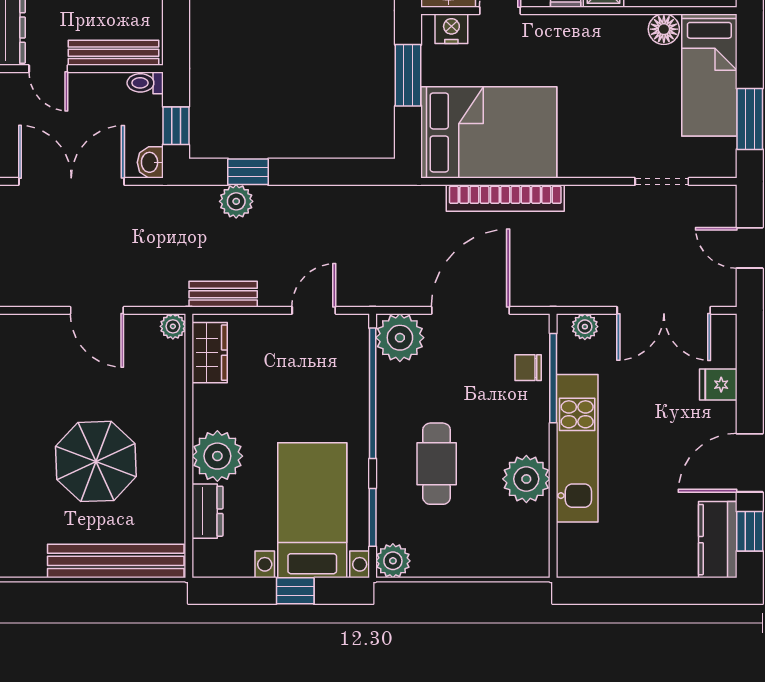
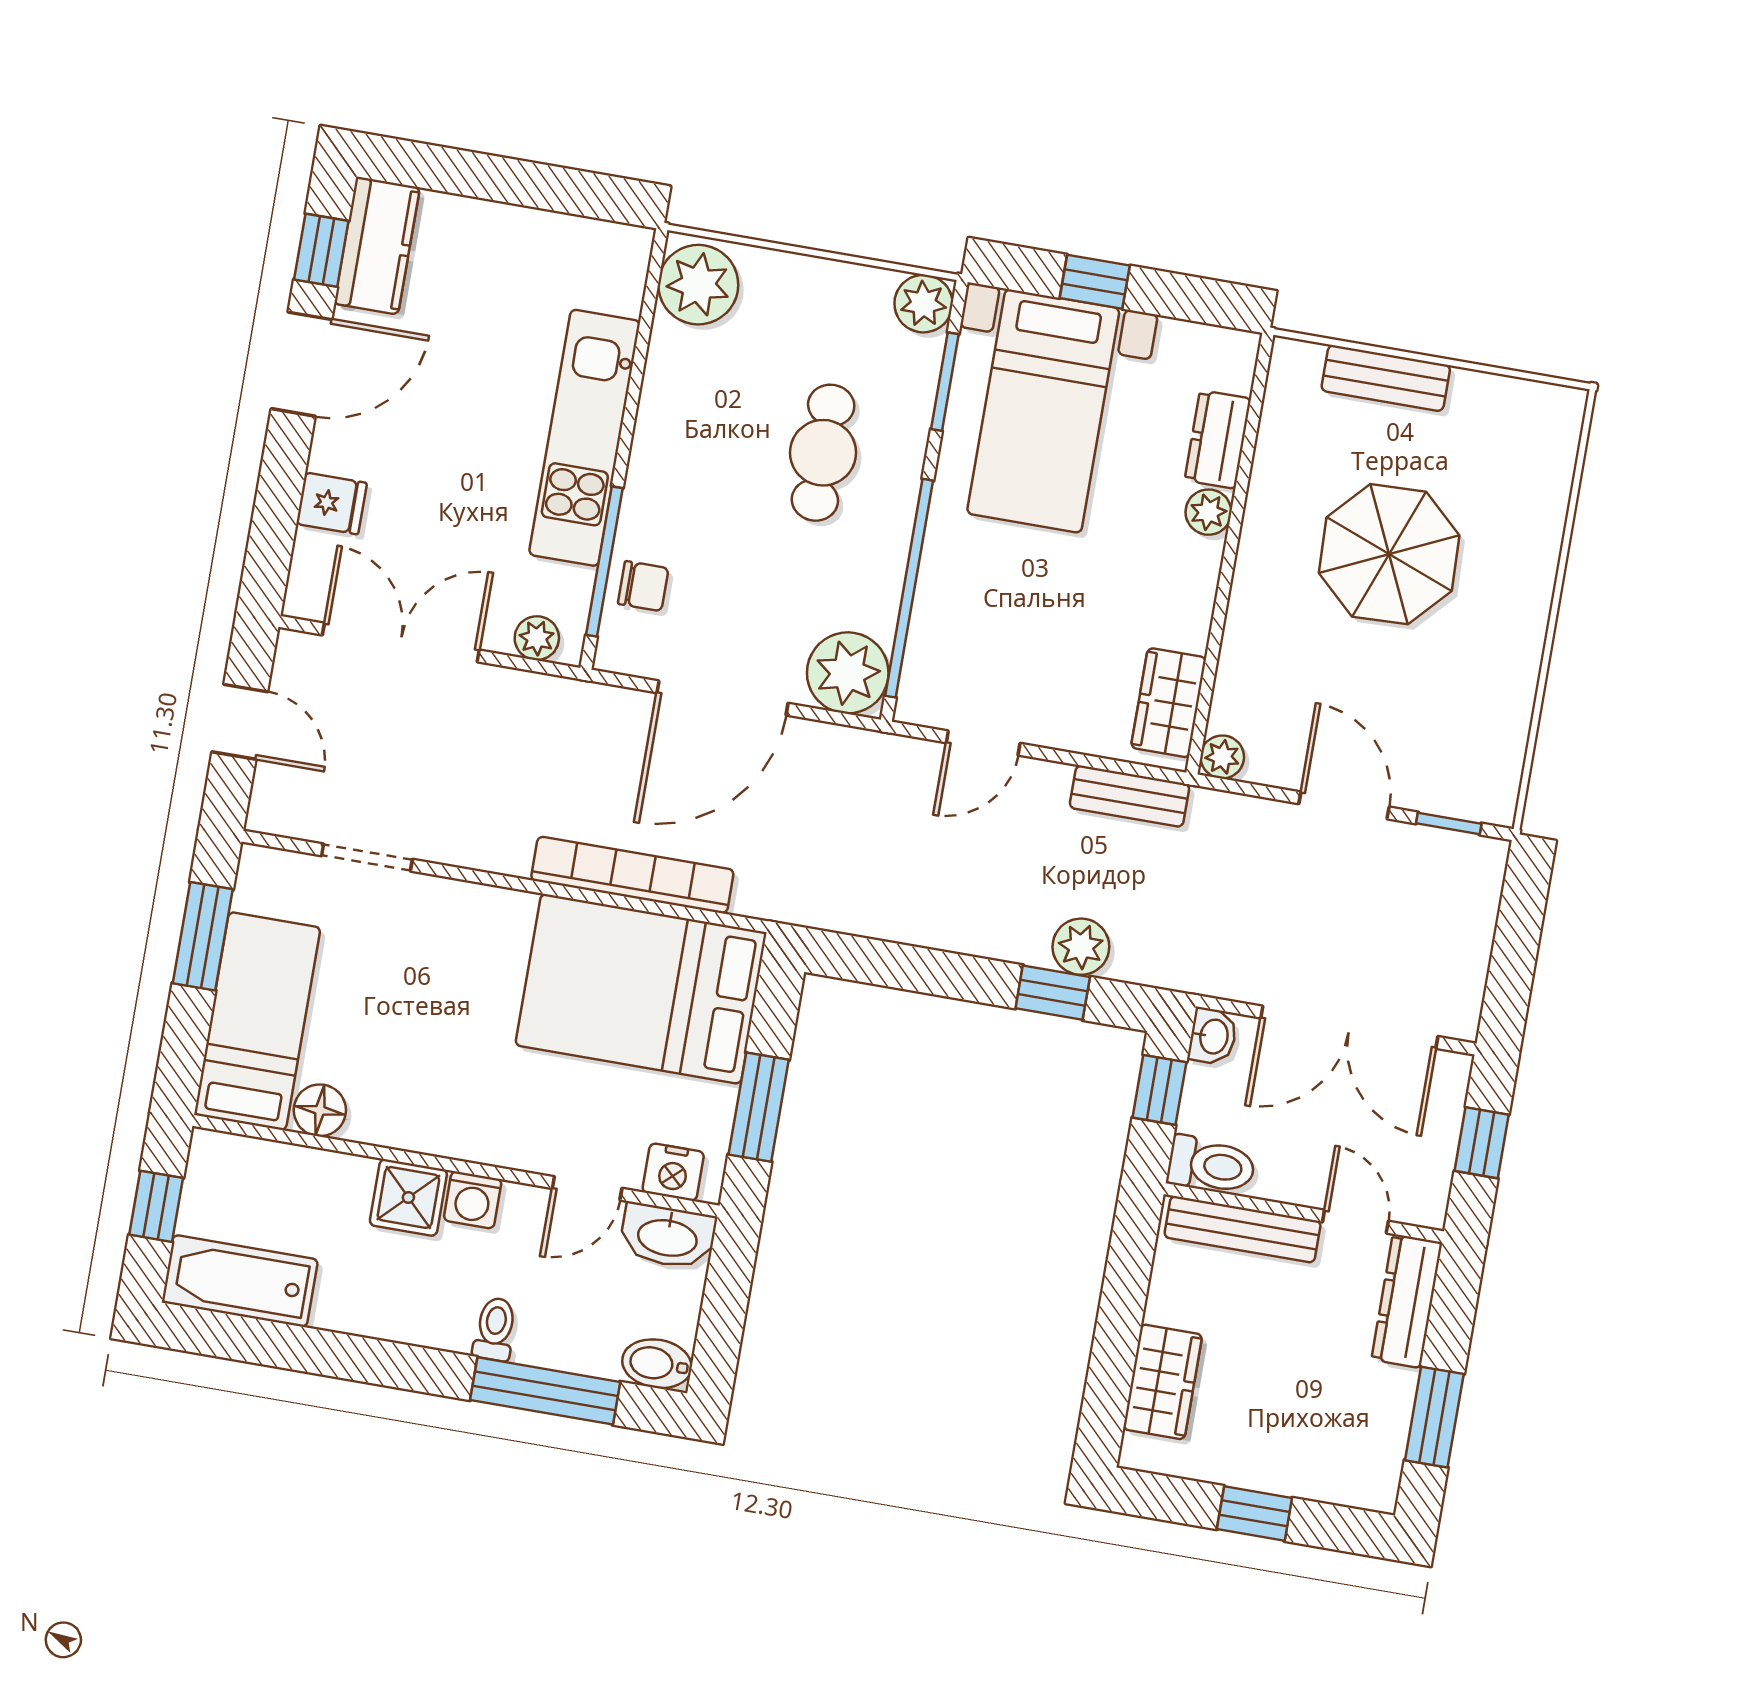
toilet: (145, 83) -> (1211, 1165), width x1.37, depth x1.39
window: (34, 310) -> (1449, 823), added
plant: (217, 456) -> (1208, 512), width x0.53, depth x0.53
plant: (526, 479) -> (698, 285), moved
bench: (116, 561) -> (1386, 378), width x0.54, depth x0.82

